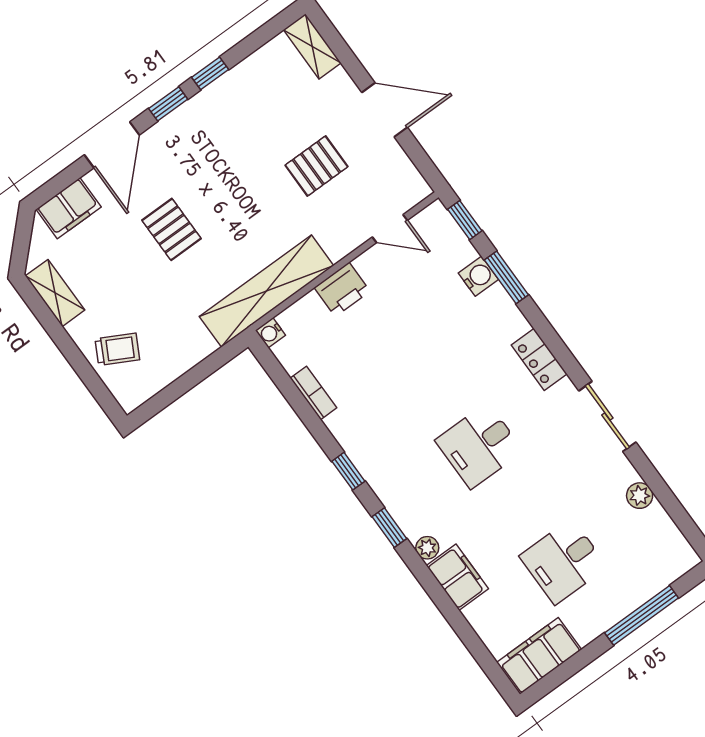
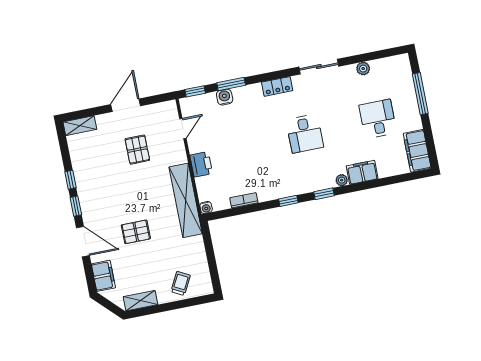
desk: (563, 561) -> (378, 119), turned 180

